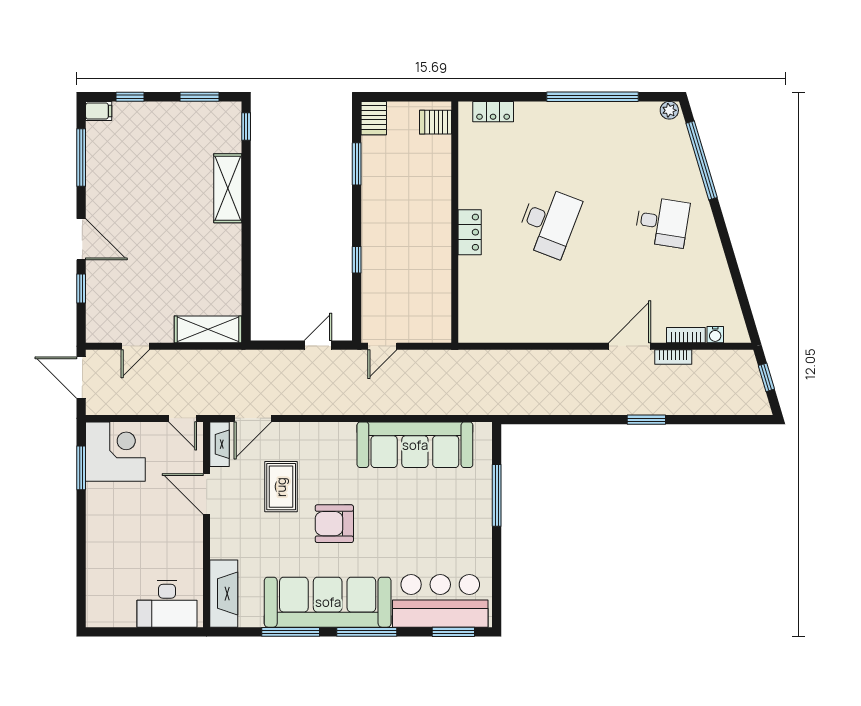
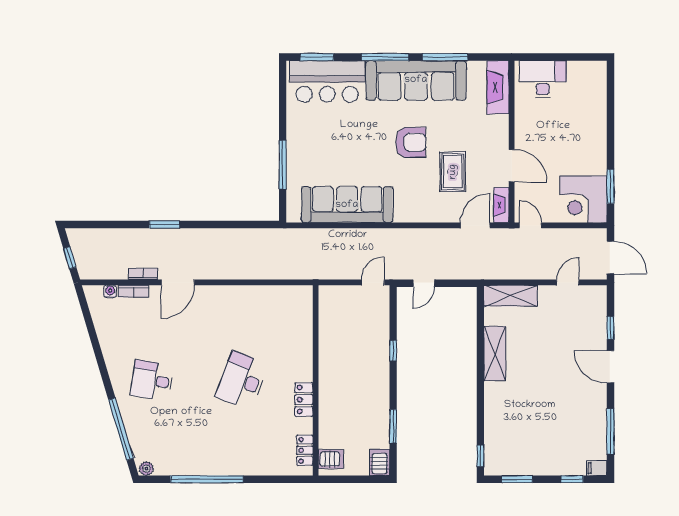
locker: (493, 112) -> (305, 450), moved, turned -90
shelving: (228, 188) -> (495, 354), moved
locker: (470, 232) -> (304, 399), moved

